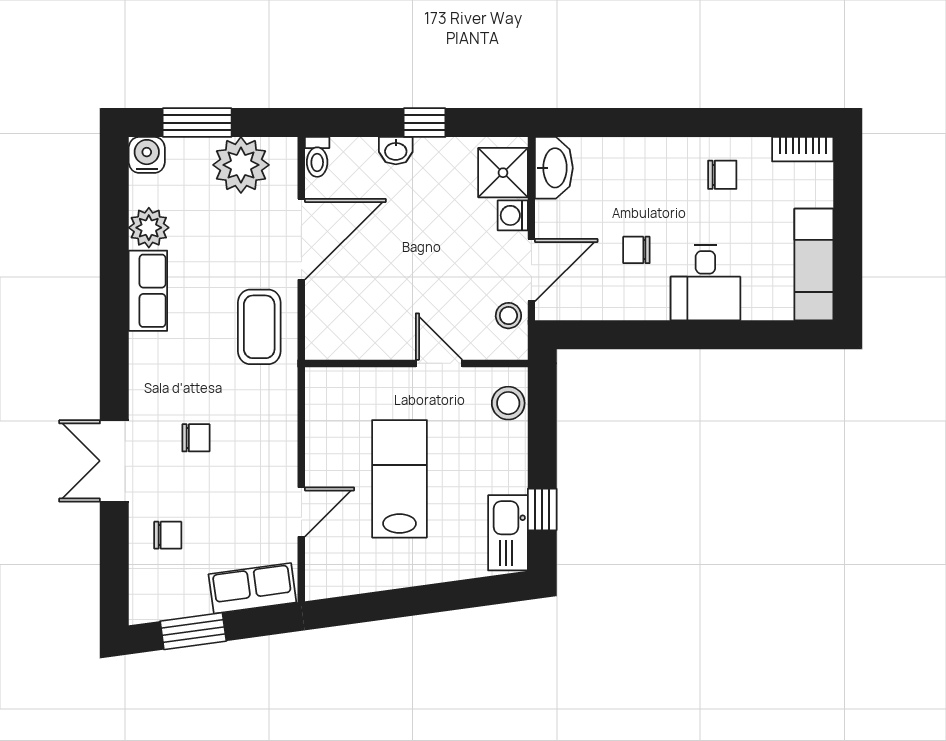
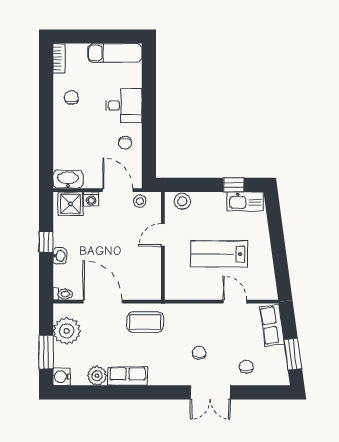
chair: (636, 250) -> (125, 143), moved

